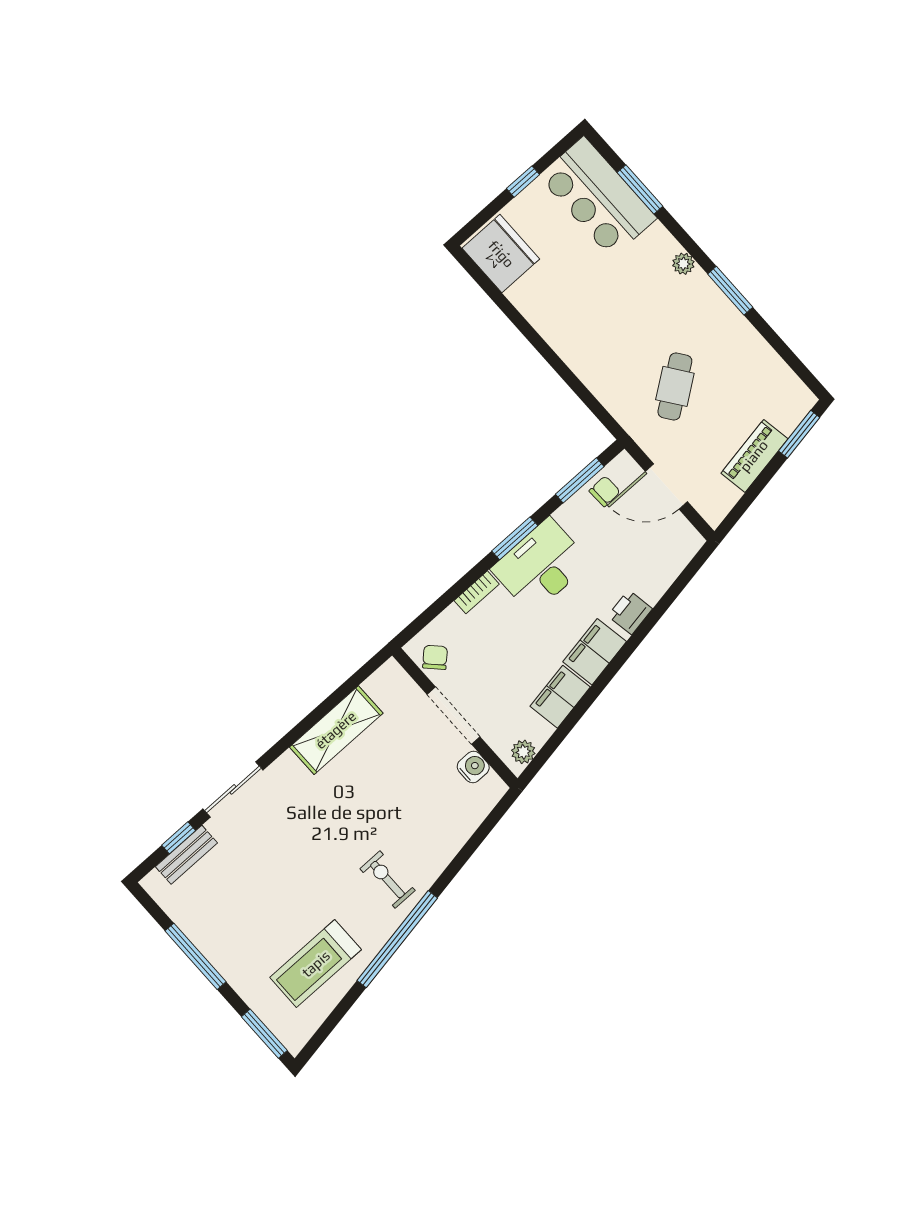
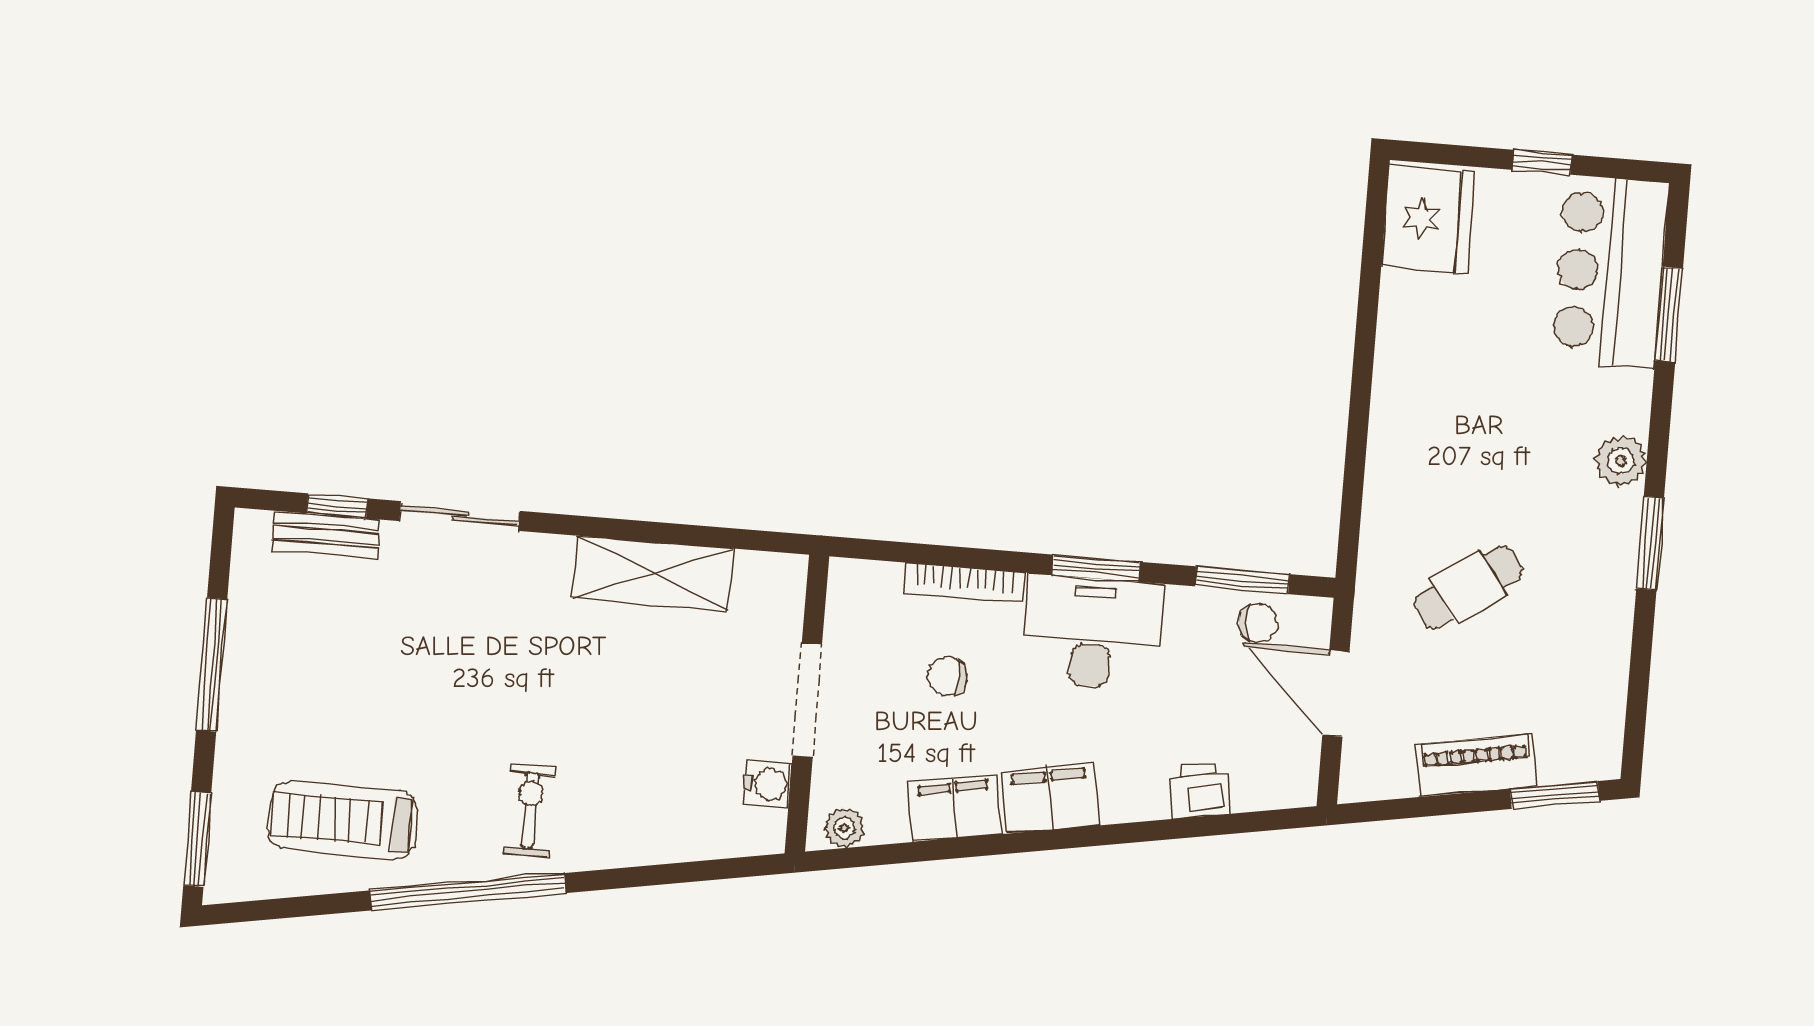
plant: (683, 264) -> (1621, 461), width x1.38, depth x1.38
bookcase: (477, 592) -> (964, 583), width x1.56
printer: (630, 612) -> (1200, 790), moved
chair: (435, 657) -> (947, 676), moved, turned -136

